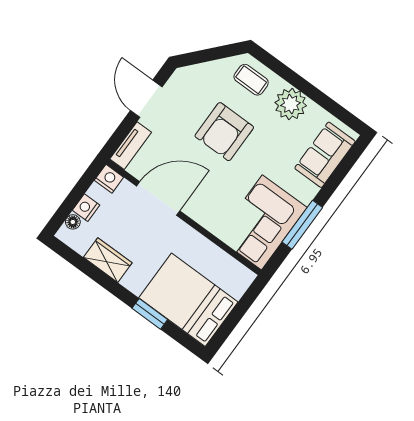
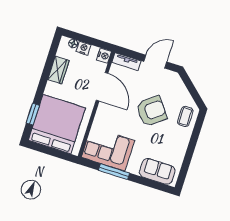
plant: (291, 104) -> (179, 143), removed
armchair: (224, 132) -> (151, 111), turned 142
bed: (188, 300) -> (57, 124), width x1.36
window: (150, 314) -> (33, 114), moved

